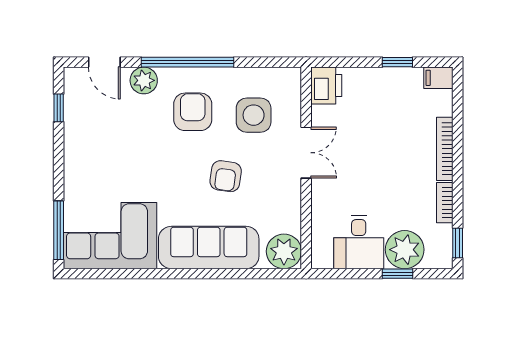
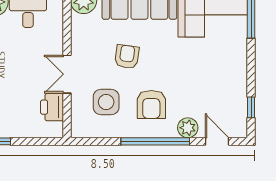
printer: (326, 86) -> (52, 107), moved

